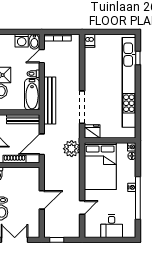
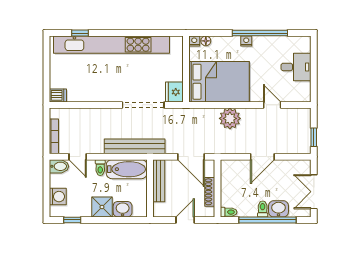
washing machine: (22, 41) -> (58, 197), moved
plant: (72, 149) -> (230, 118), moved
door: (42, 200) -> (262, 157), swing flipped

